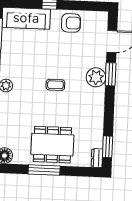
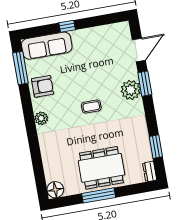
armchair: (71, 23) -> (43, 86), moved
window: (108, 147) -> (156, 147), moved

